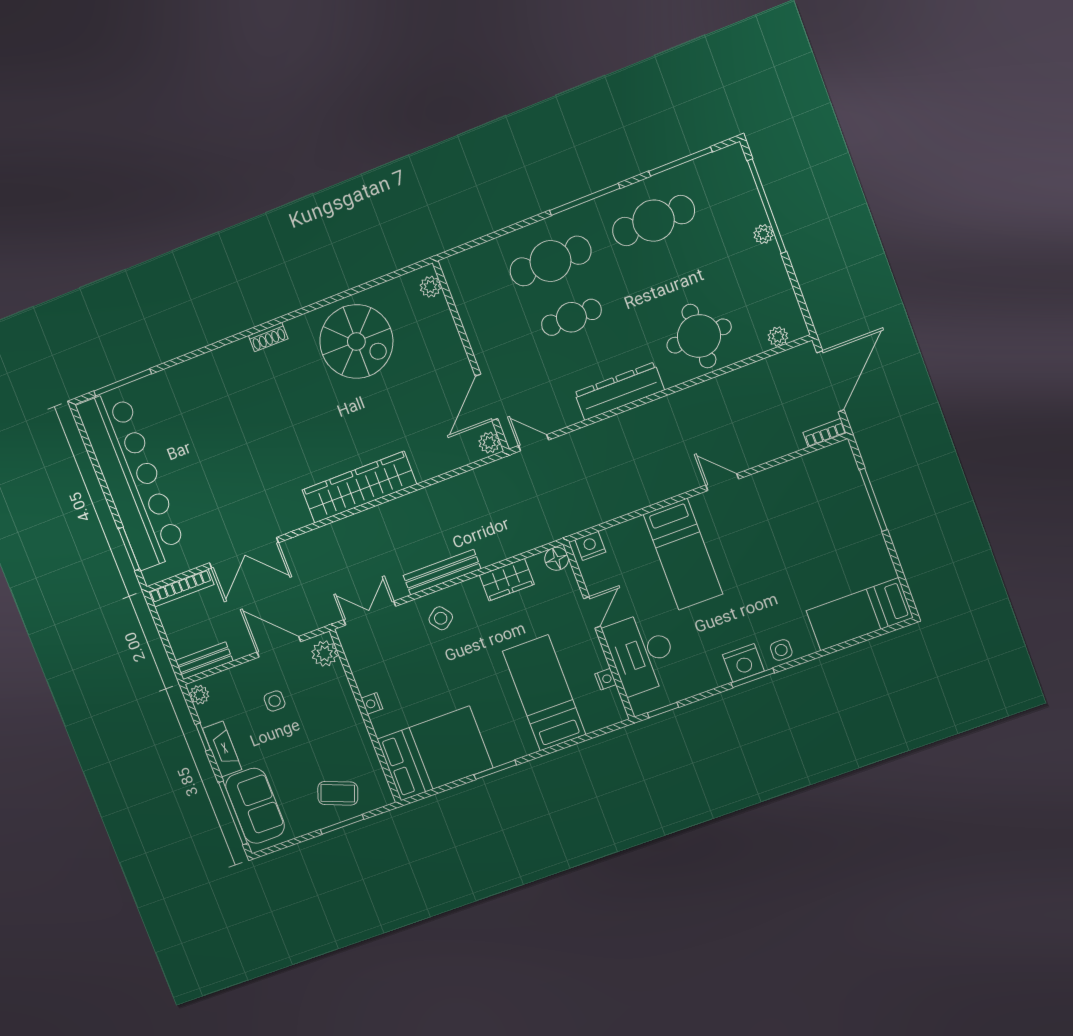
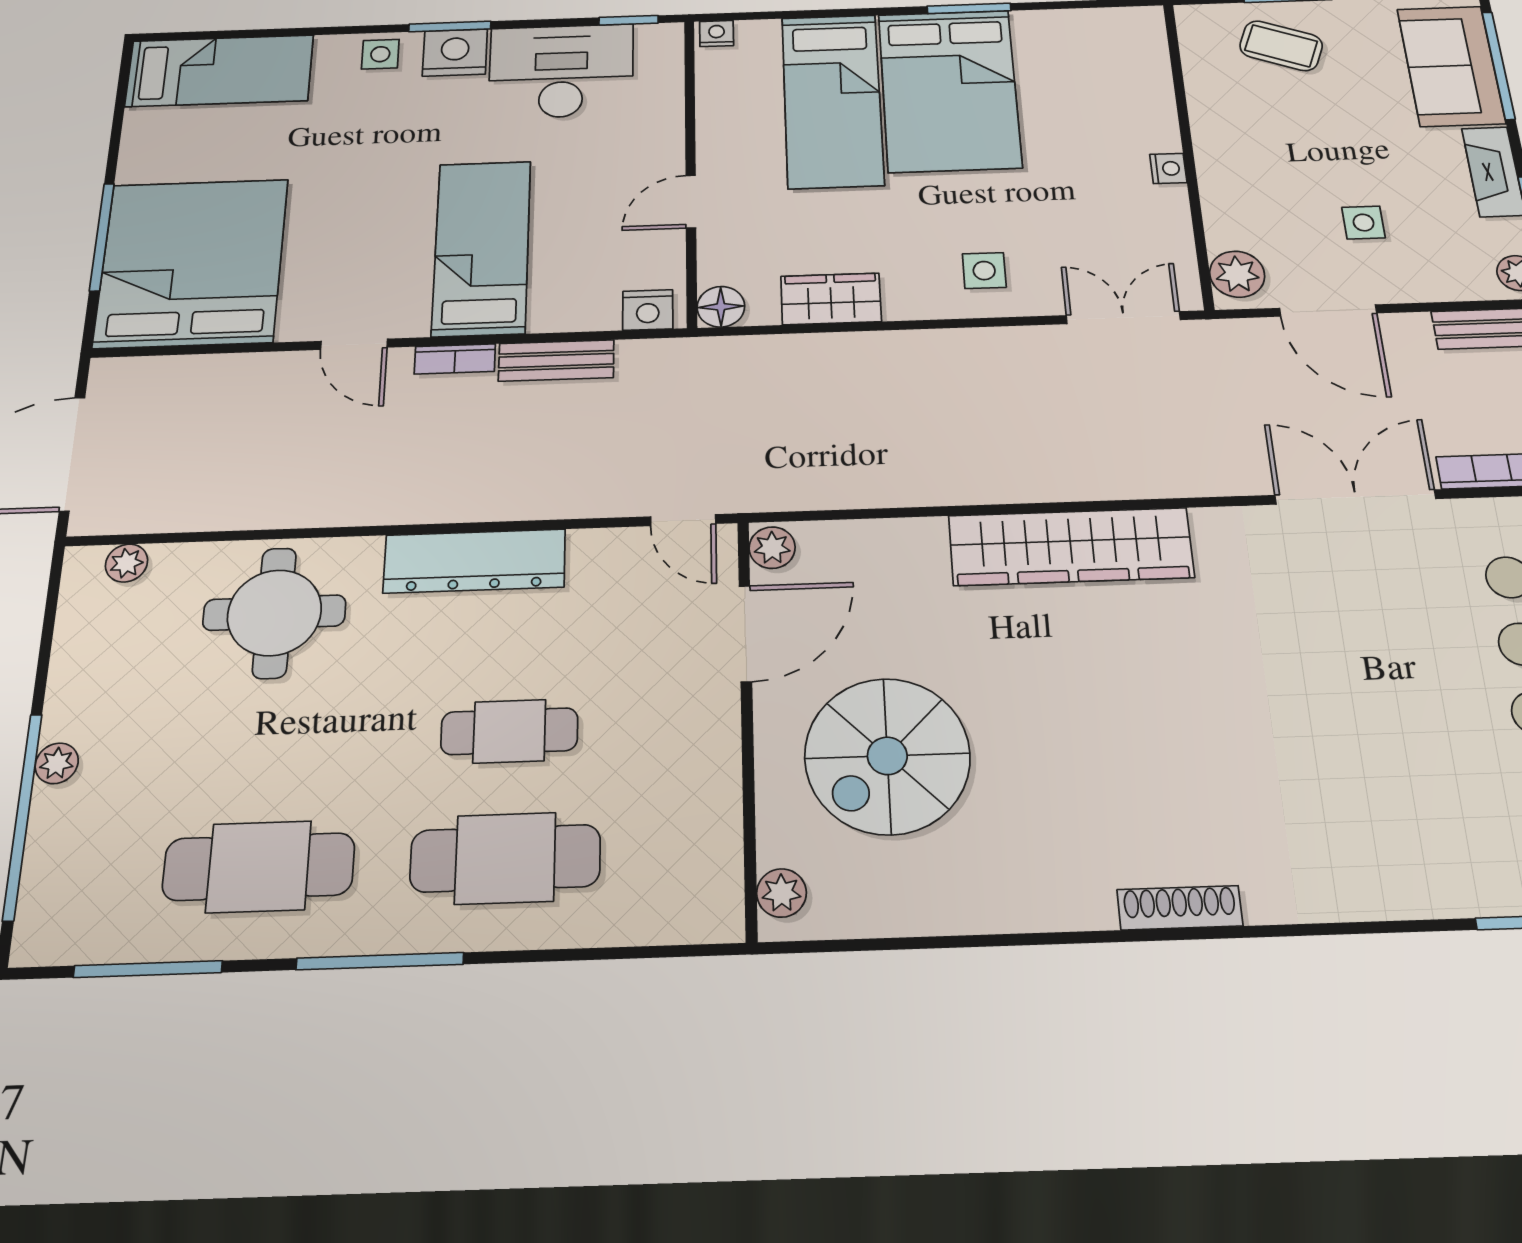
shoe rack: (268, 337) -> (1180, 908), width x1.43
spiral stairs: (356, 342) -> (887, 756), moved, turned -90
bookcase: (825, 433) -> (455, 359), moved
bed: (822, 500) -> (192, 263), added
bench: (442, 572) -> (556, 361), moved, width x0.73
double door: (370, 613) -> (1123, 318), swing flipped
side table: (441, 618) -> (984, 271), turned 37
desk: (642, 653) -> (561, 71), moved, turned -90
nightstand: (606, 679) -> (717, 34), moved, turned 90
bed: (435, 753) -> (949, 90), moved, turned -90

